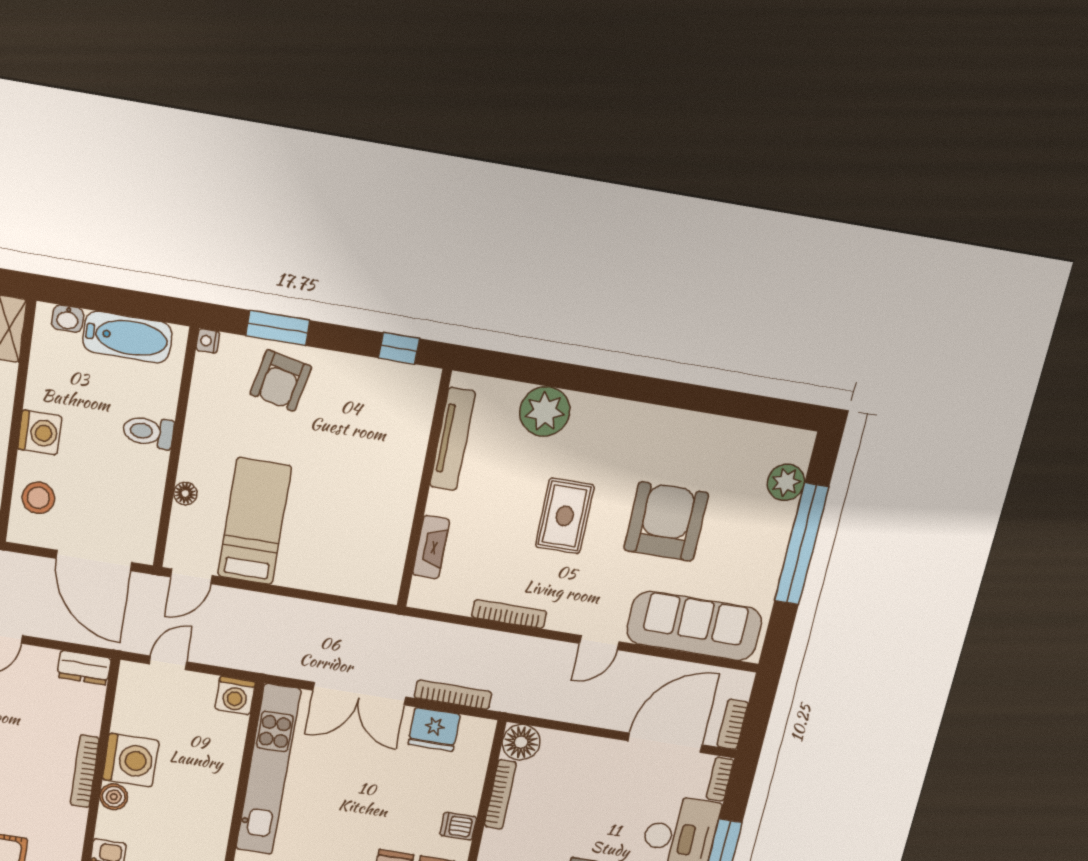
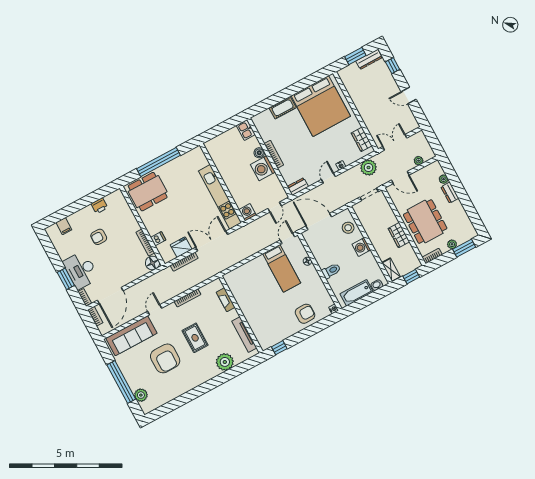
window: (278, 328) -> (317, 327), removed
armchair: (281, 380) -> (305, 314), turned 78
dishwasher: (458, 826) -> (158, 239), moved

